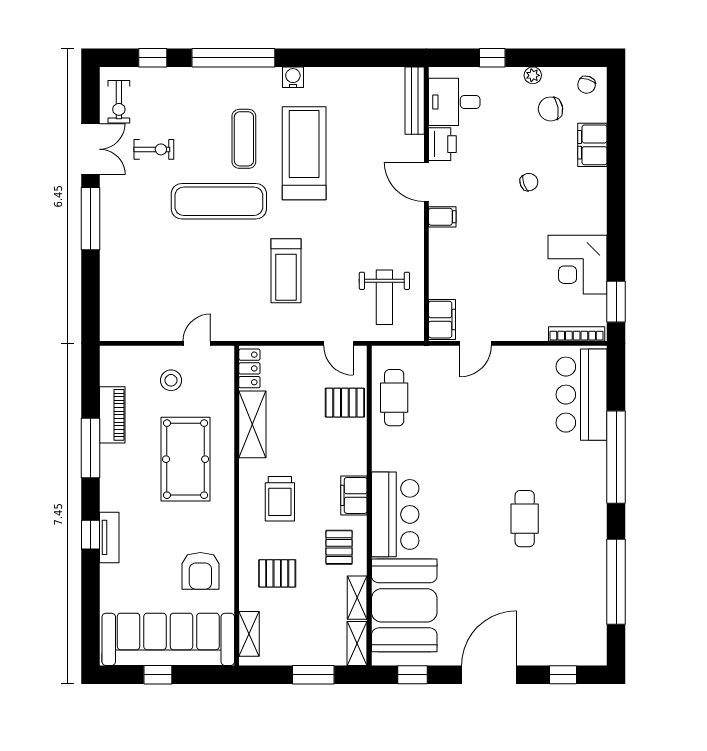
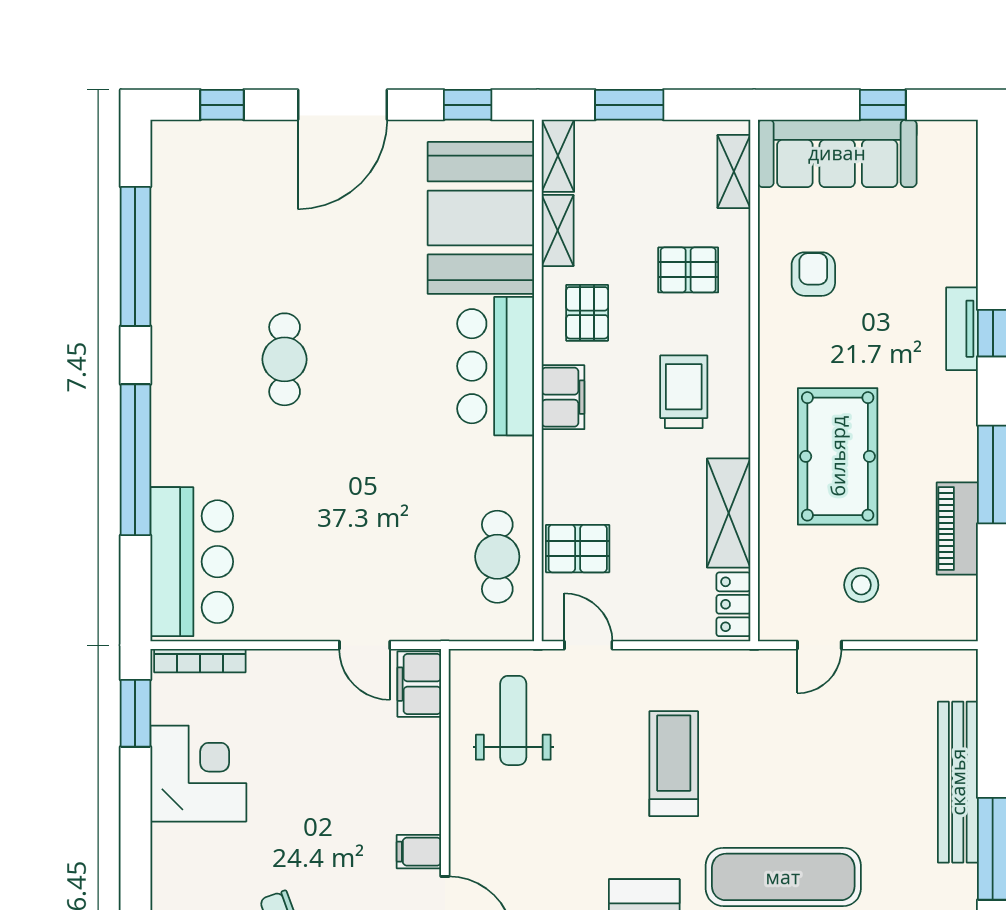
bench: (112, 259) -> (958, 782), added
door: (476, 343) -> (365, 645), swing flipped
armchair: (200, 571) -> (813, 274), width x0.72, depth x0.72
sofa: (168, 639) -> (837, 153), width x0.74, depth x0.79

